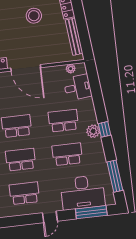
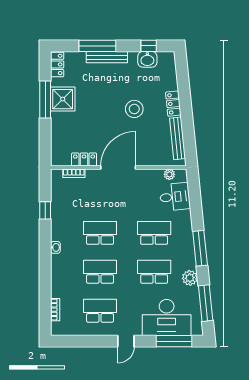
door: (26, 68) -> (118, 168), swing flipped
window: (105, 129) -> (200, 248), width x2.17
plant: (93, 131) -> (190, 278), moved

